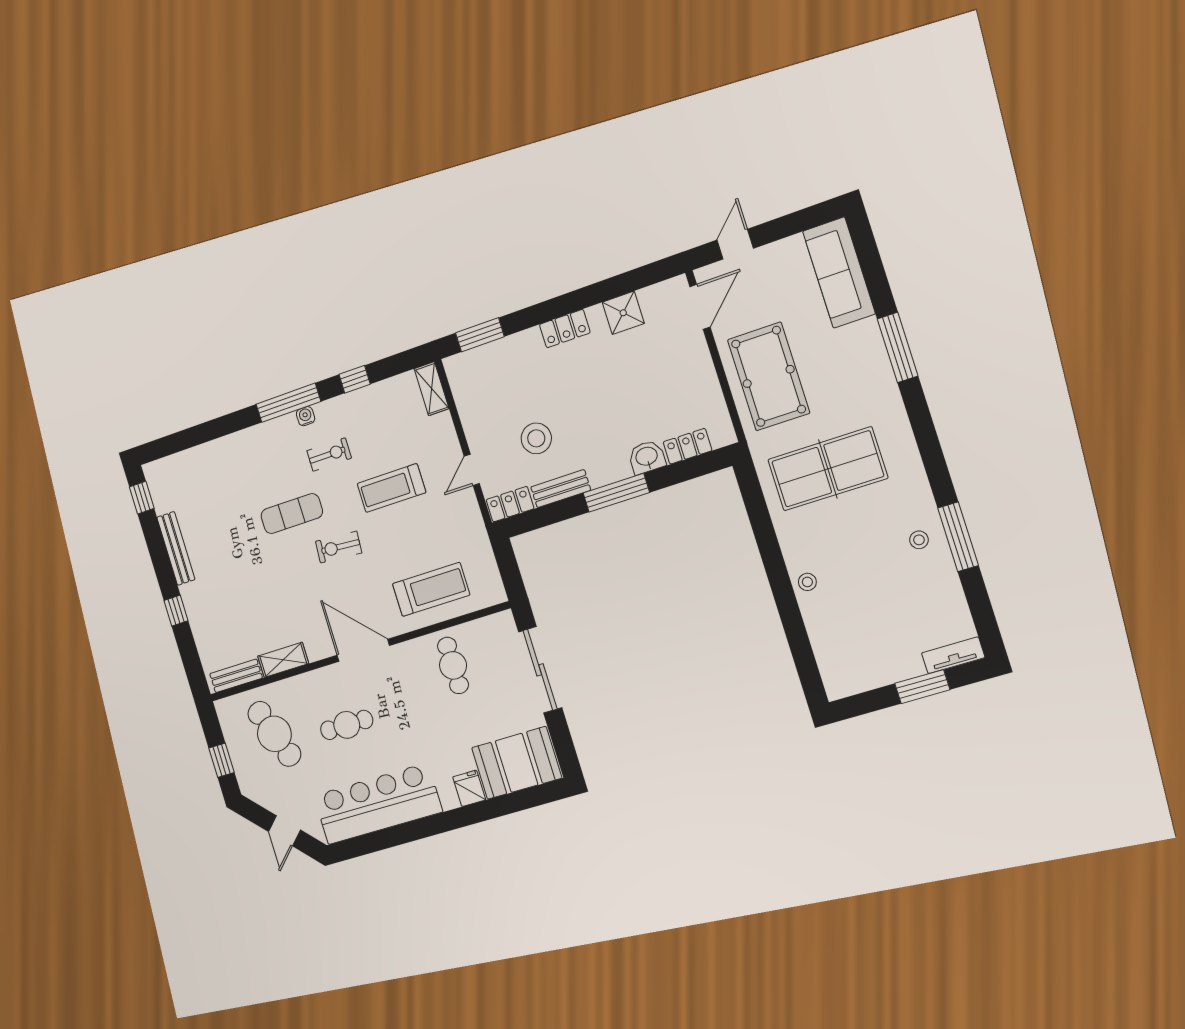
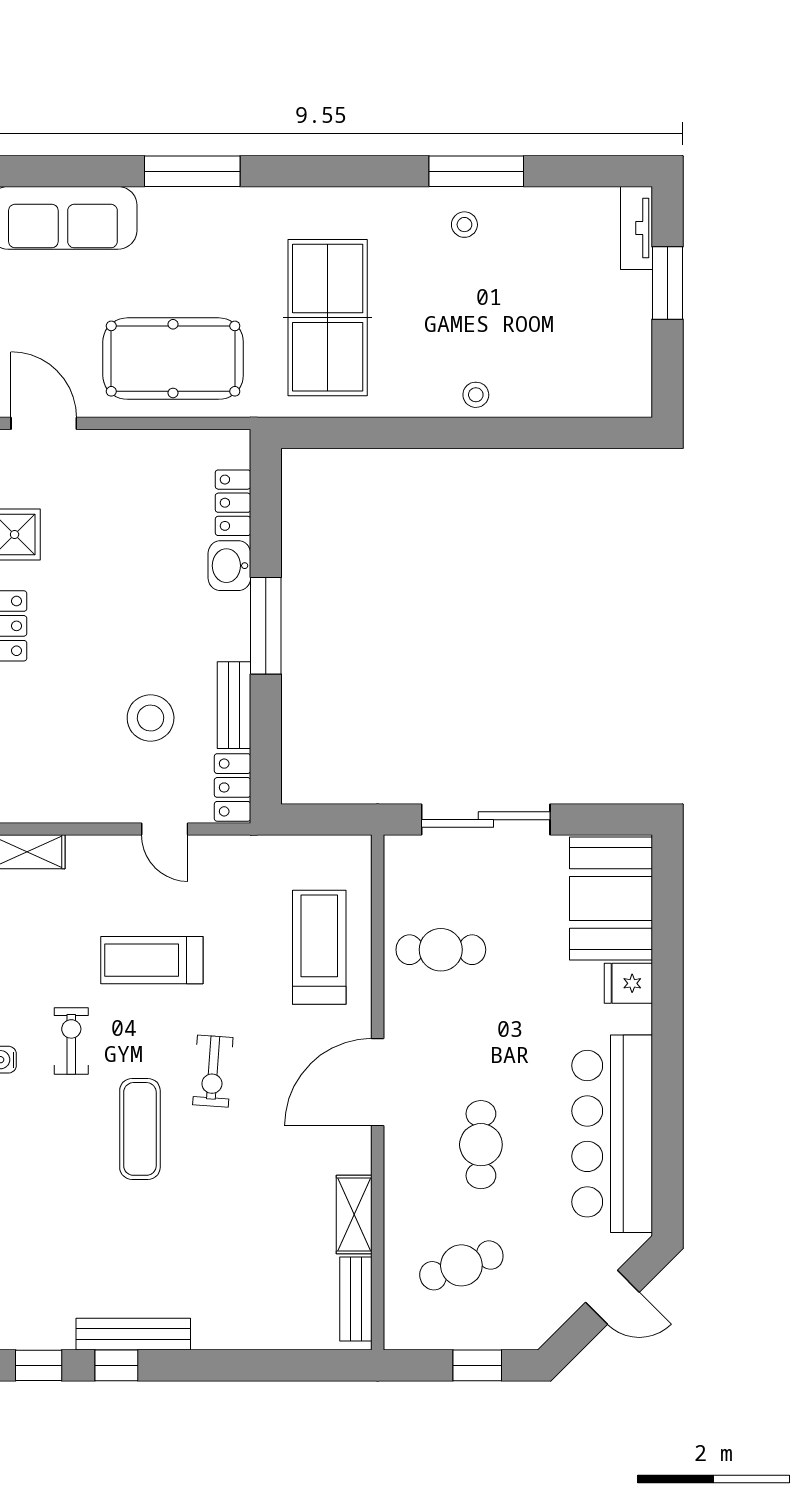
treadmill: (391, 488) -> (152, 960), turned 90
window: (176, 611) -> (116, 1365), moved
cafe table: (274, 734) -> (461, 1265), width x0.73, depth x0.74

